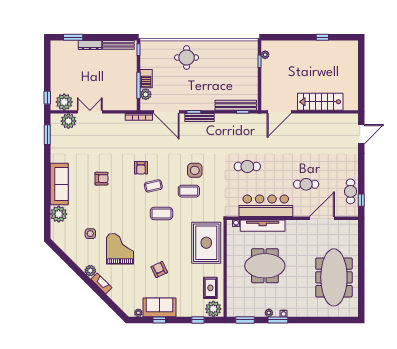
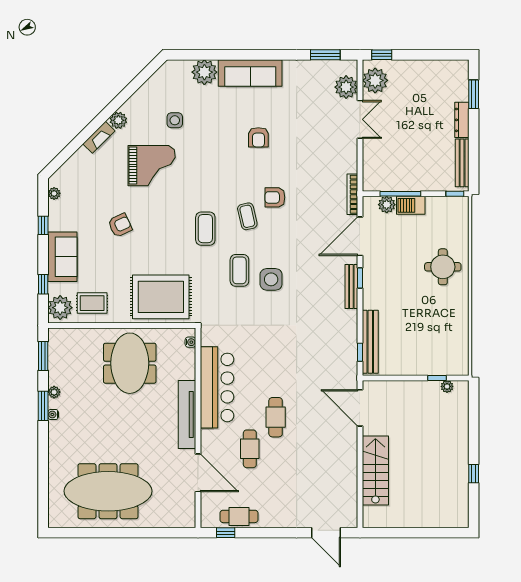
cafe table: (247, 166) -> (276, 417), moved
tv unit: (263, 226) -> (187, 414), moved
meeting table: (265, 266) -> (130, 363), moved
sofa: (160, 307) -> (62, 257), moved

